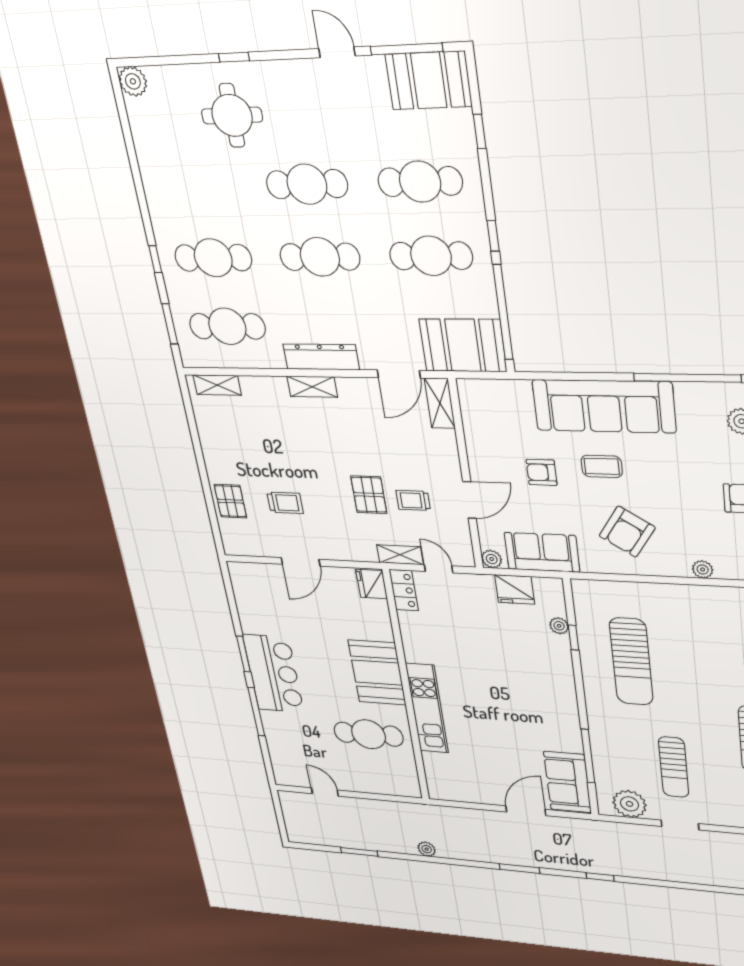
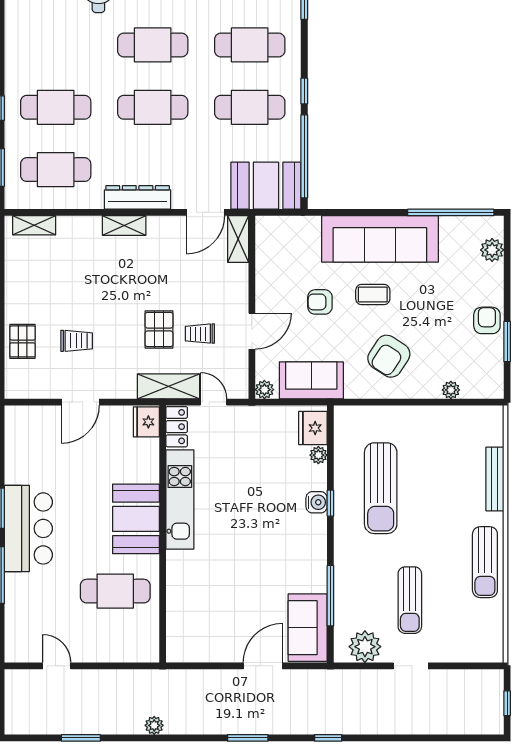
shelving: (400, 555) -> (169, 386), width x1.50, depth x1.33
fridge: (515, 589) -> (313, 428), moved, turned 90
window: (574, 638) -> (330, 503), moved
water cooler: (563, 670) -> (317, 502), added
kitchen unit: (427, 708) -> (180, 499), moved

